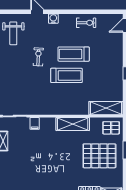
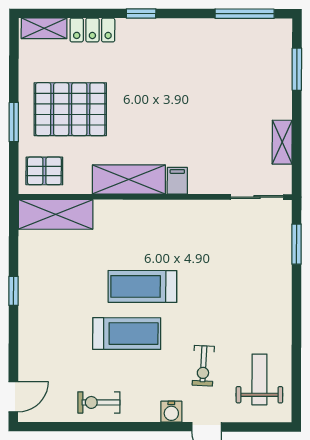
exercise bike: (38, 57) -> (203, 366), moved
filing cabinet: (35, 123) -> (177, 181), moved

